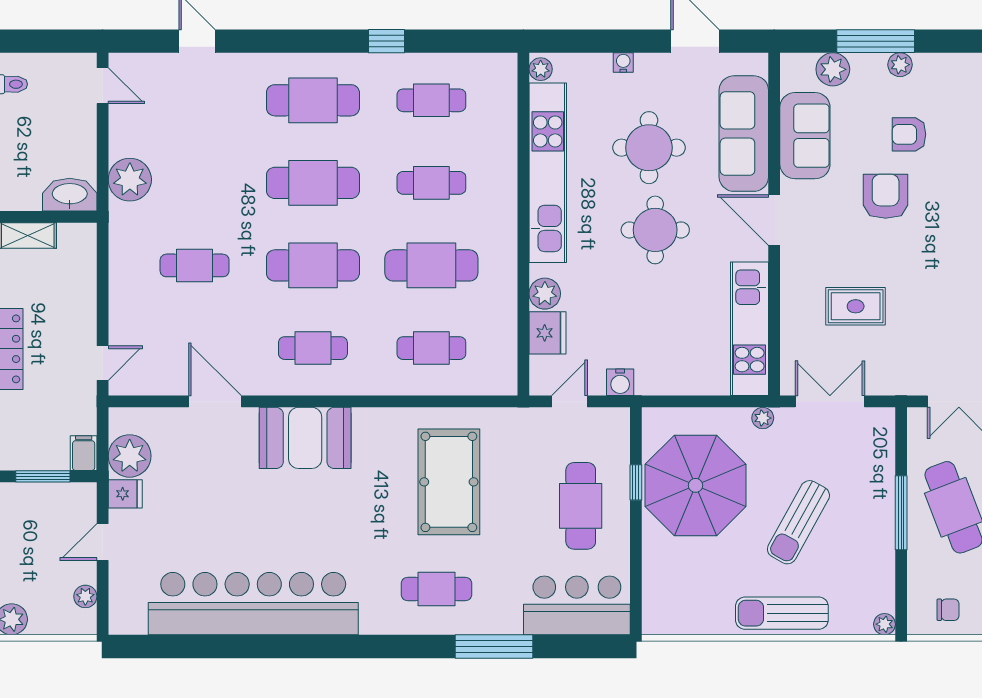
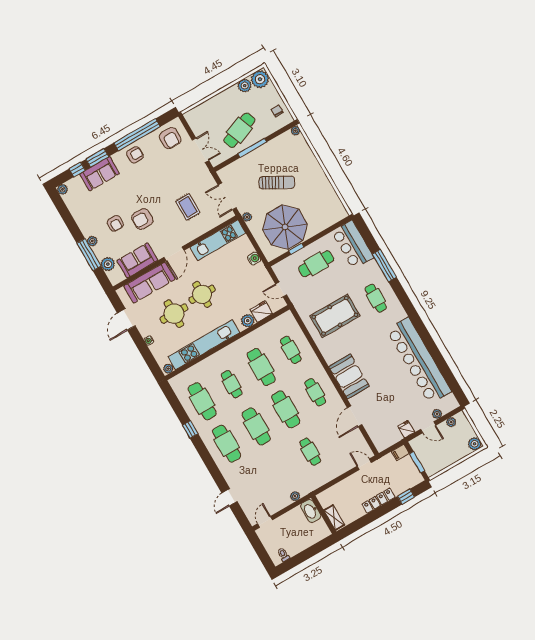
cafe table: (431, 100) -> (202, 401), width x1.37, depth x1.35
plant: (130, 180) -> (295, 496), width x0.53, depth x0.53
water cooler: (620, 382) -> (254, 259), moved
plant: (130, 456) -> (437, 414), moved, width x0.53, depth x0.53
sun lounger: (782, 613) -> (313, 170), removed

